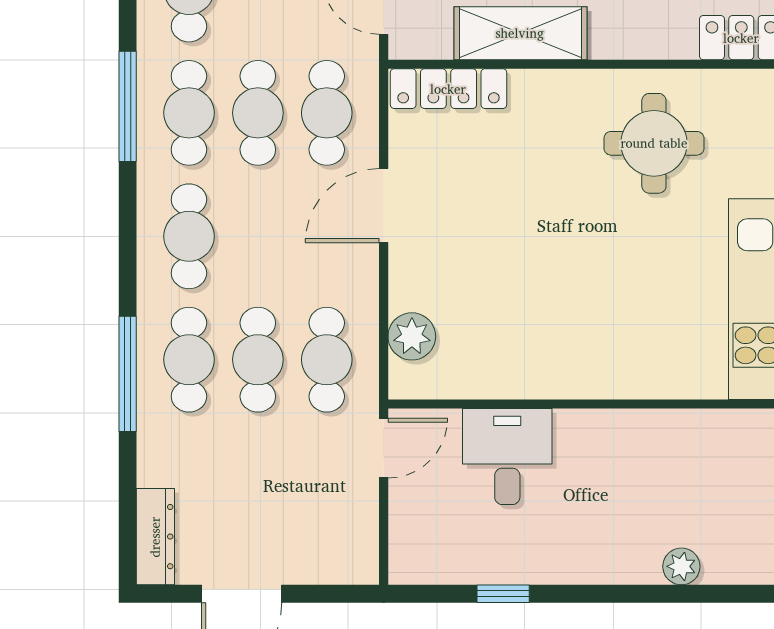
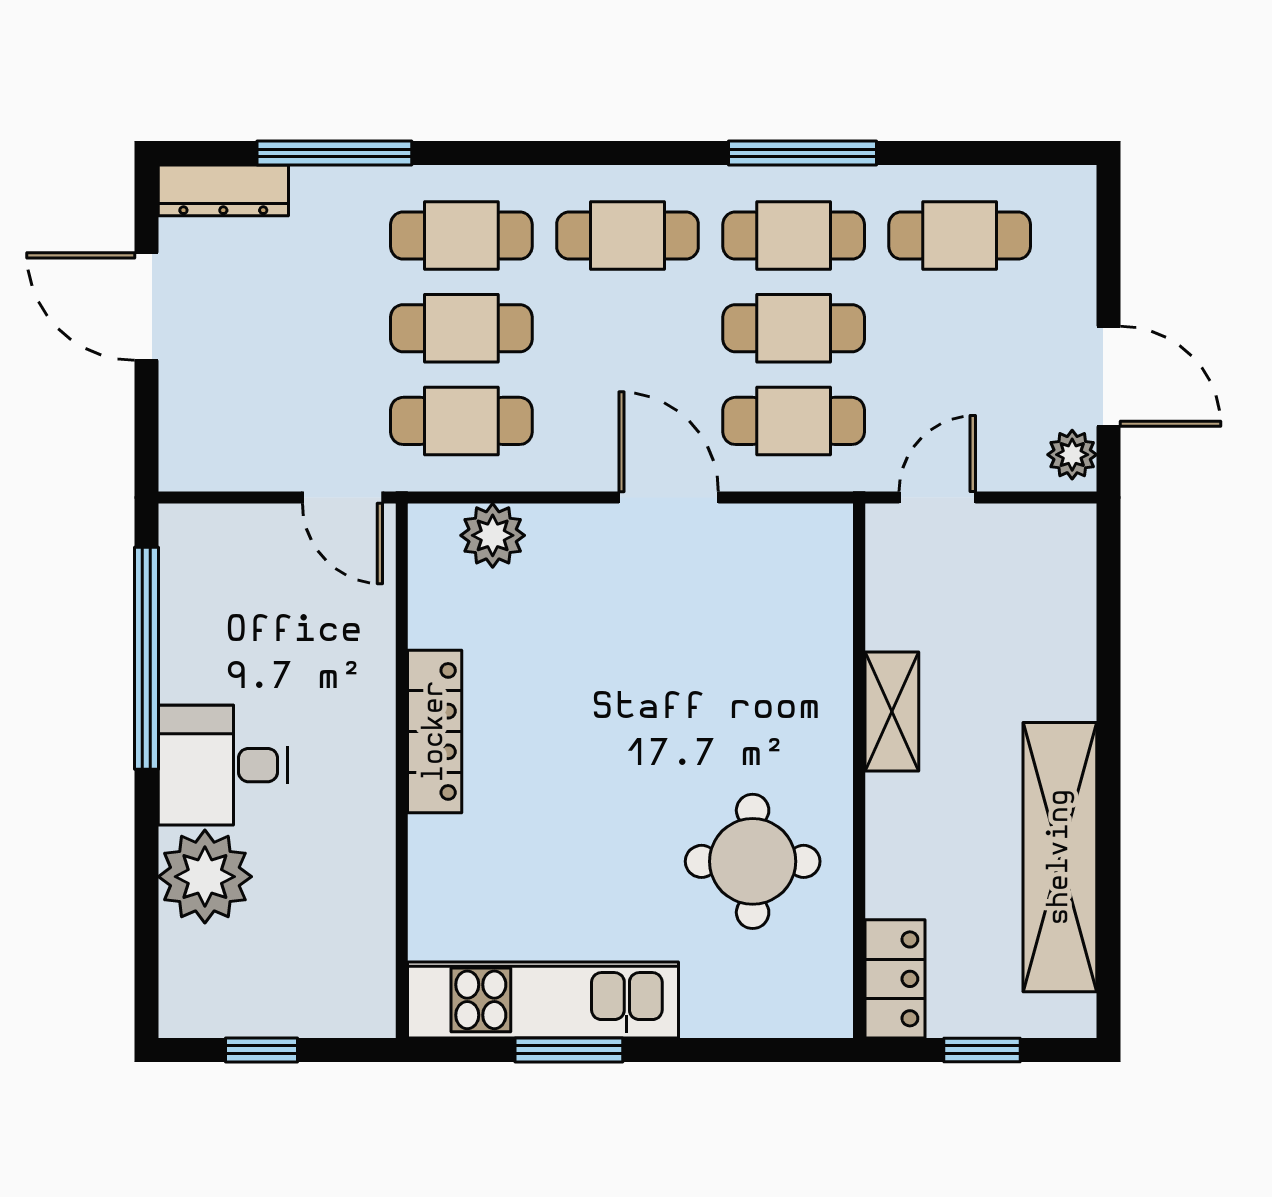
shelving: (520, 33) -> (892, 711), width x0.67, depth x0.75
locker: (448, 89) -> (435, 731), moved, turned 180
window: (128, 374) -> (334, 153), moved
desk: (507, 457) -> (223, 765), moved, turned 180
plant: (681, 566) -> (205, 877), width x1.87, depth x1.87
window: (503, 594) -> (146, 658), width x3.17

